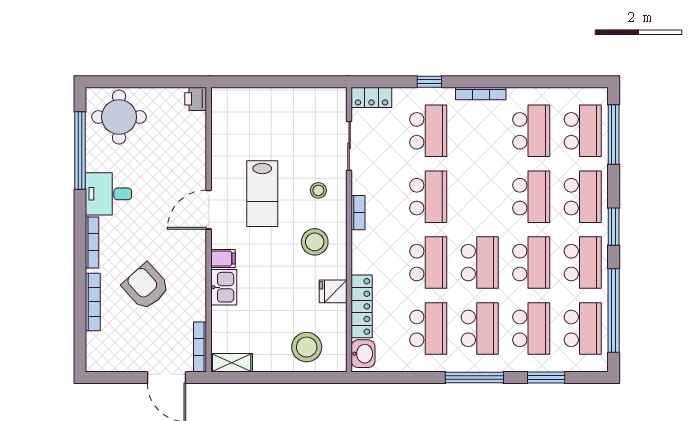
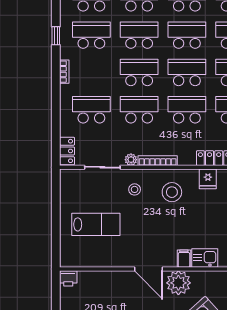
window: (429, 82) -> (56, 36), moved
bookcase: (481, 93) -> (64, 72), width x0.64
plant: (359, 185) -> (131, 160), added
lab bench: (262, 194) -> (96, 224), moved
school desk: (480, 197) -> (139, 72), added
bookcase: (358, 213) -> (158, 161), width x1.56
plant: (190, 251) -> (178, 283), added

